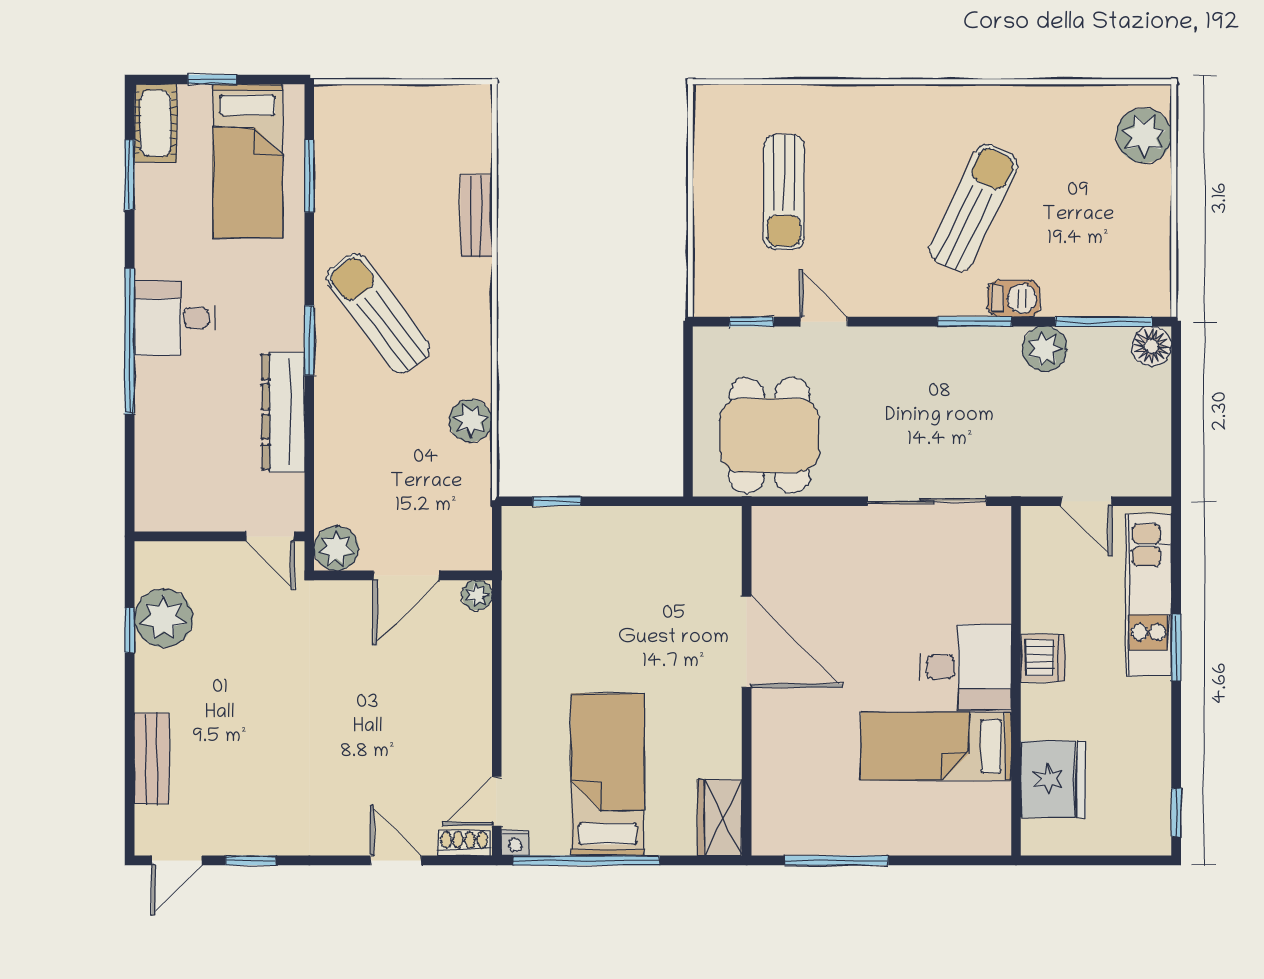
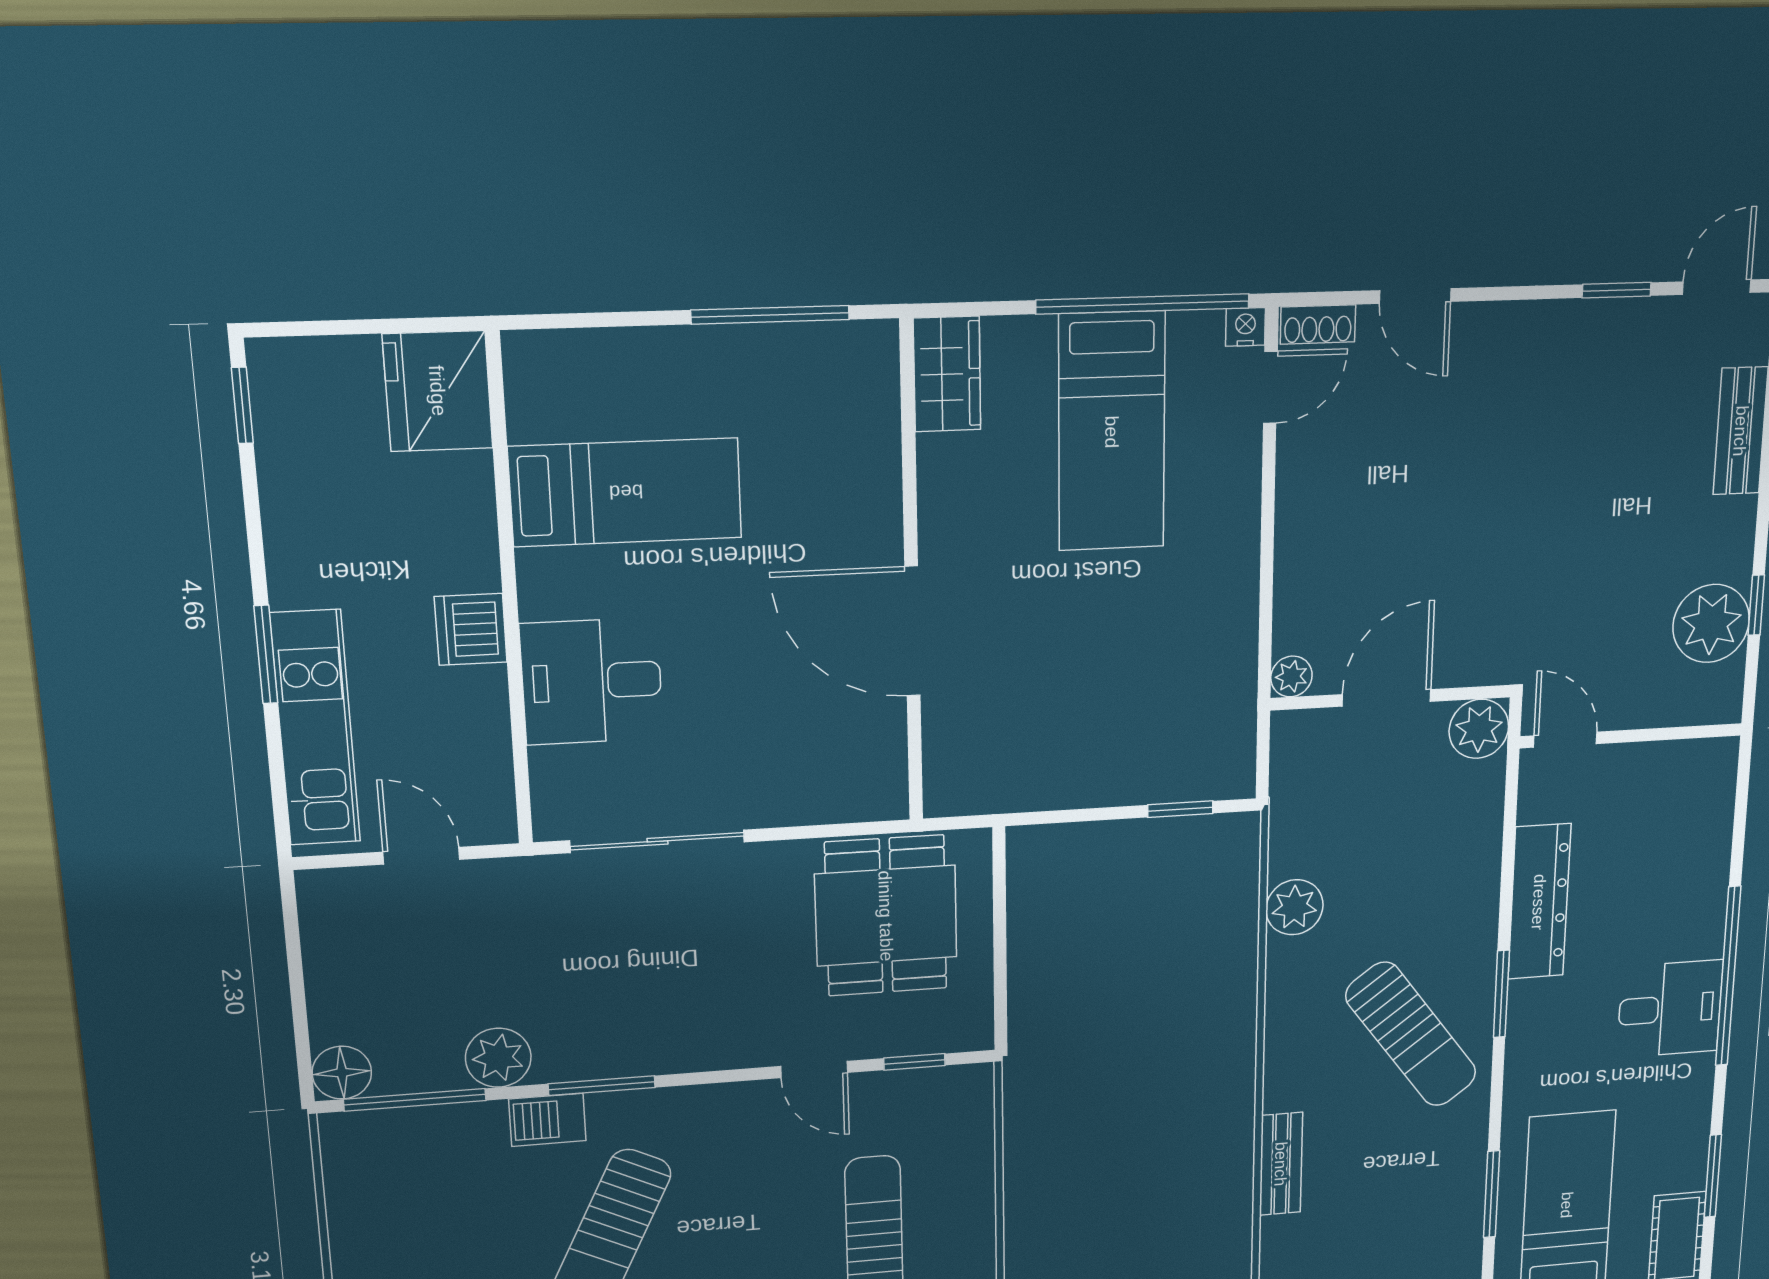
desk: (965, 667) -> (592, 681), moved
fridge: (1053, 779) -> (438, 391), moved

